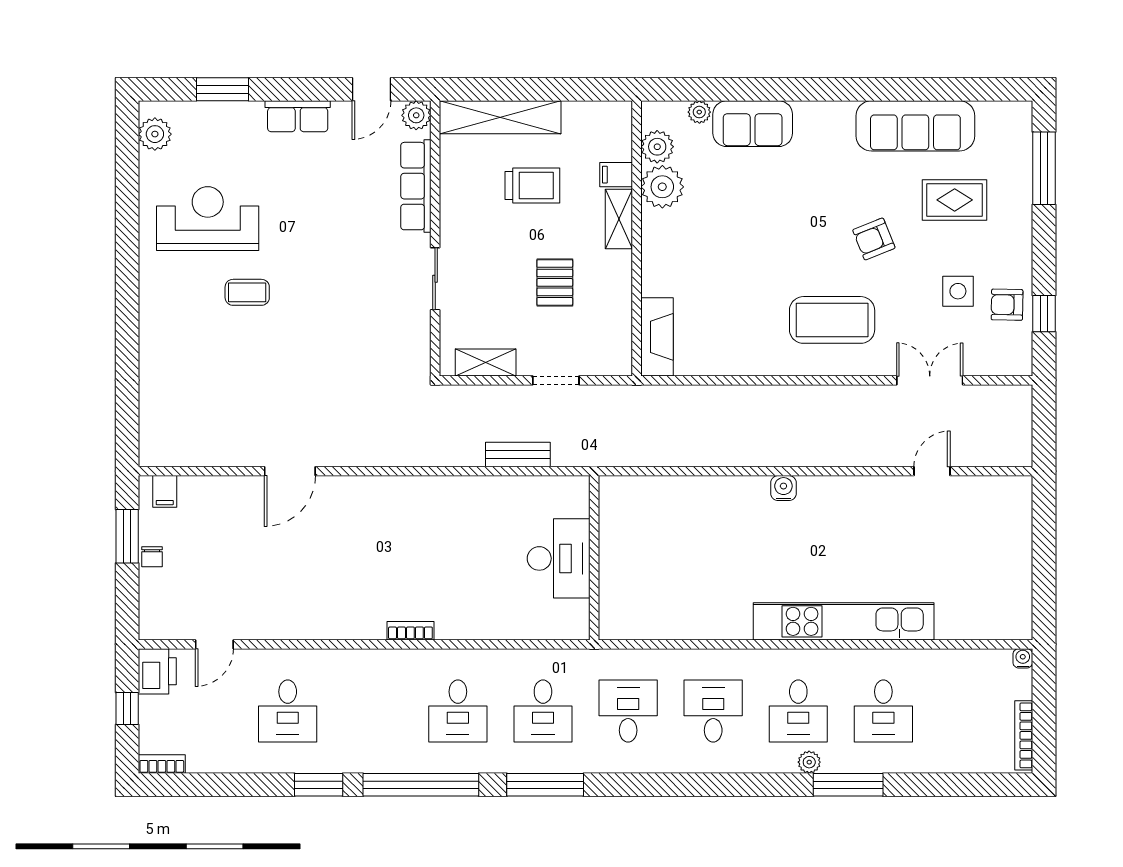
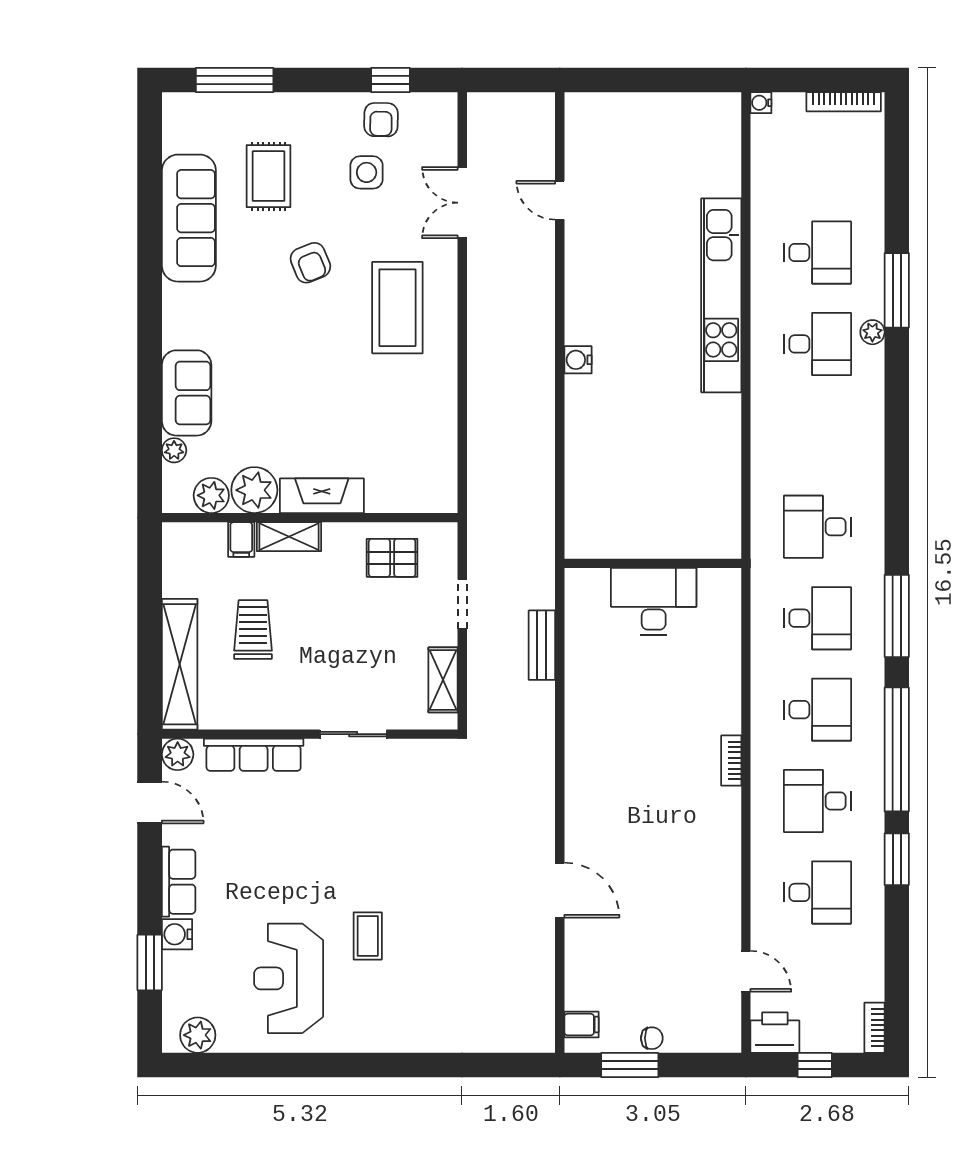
water cooler: (249, 115) -> (177, 934), added
pallet: (555, 282) -> (392, 558), moved
fireplace: (657, 337) -> (322, 496), moved
desk: (713, 711) -> (817, 801), moved

